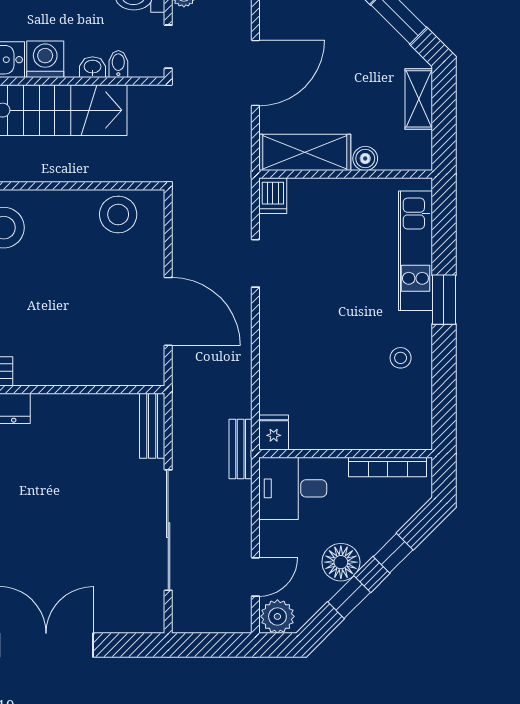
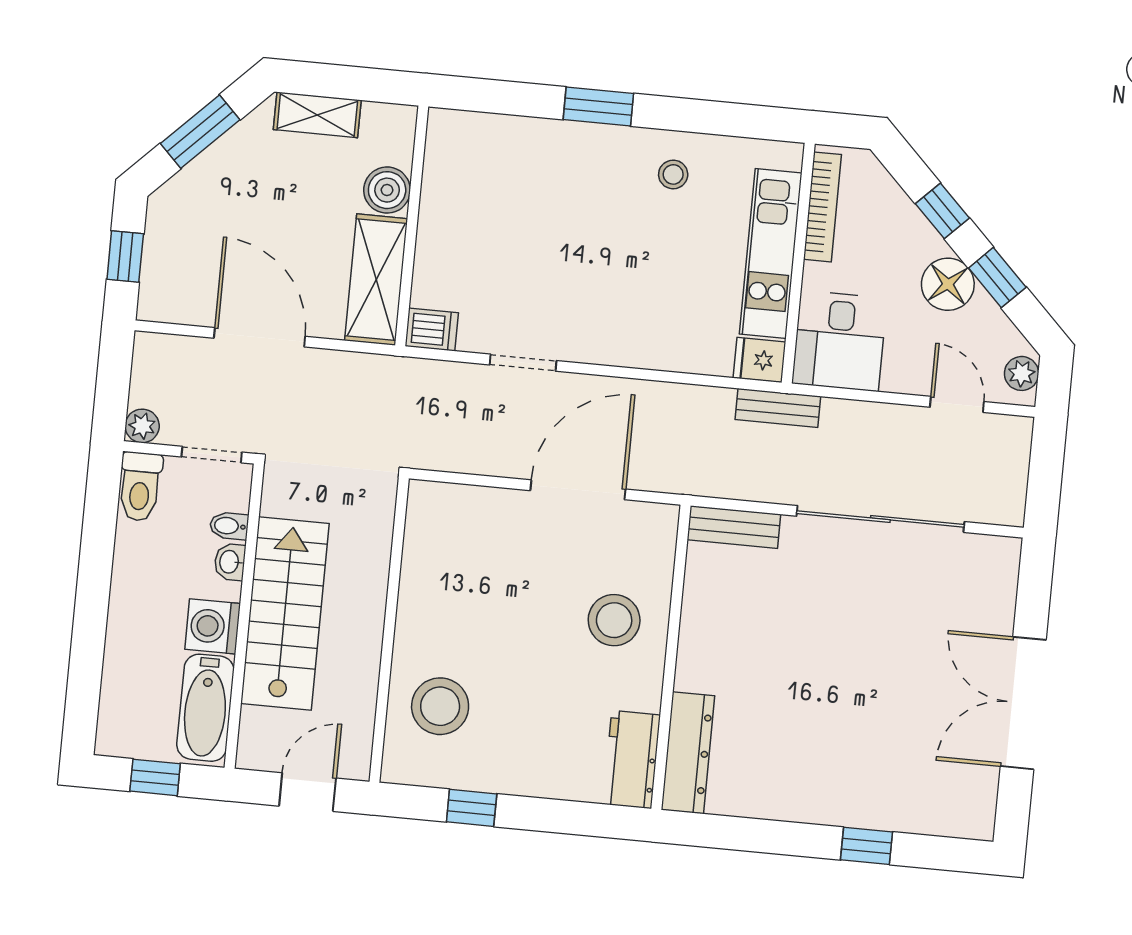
boiler: (365, 158) -> (387, 190), width x1.36, depth x1.36
stool: (118, 214) -> (614, 620), moved
kitchen unit: (415, 251) -> (771, 253), moved, turned 90
plant: (277, 616) -> (1022, 373), width x0.73, depth x0.73

